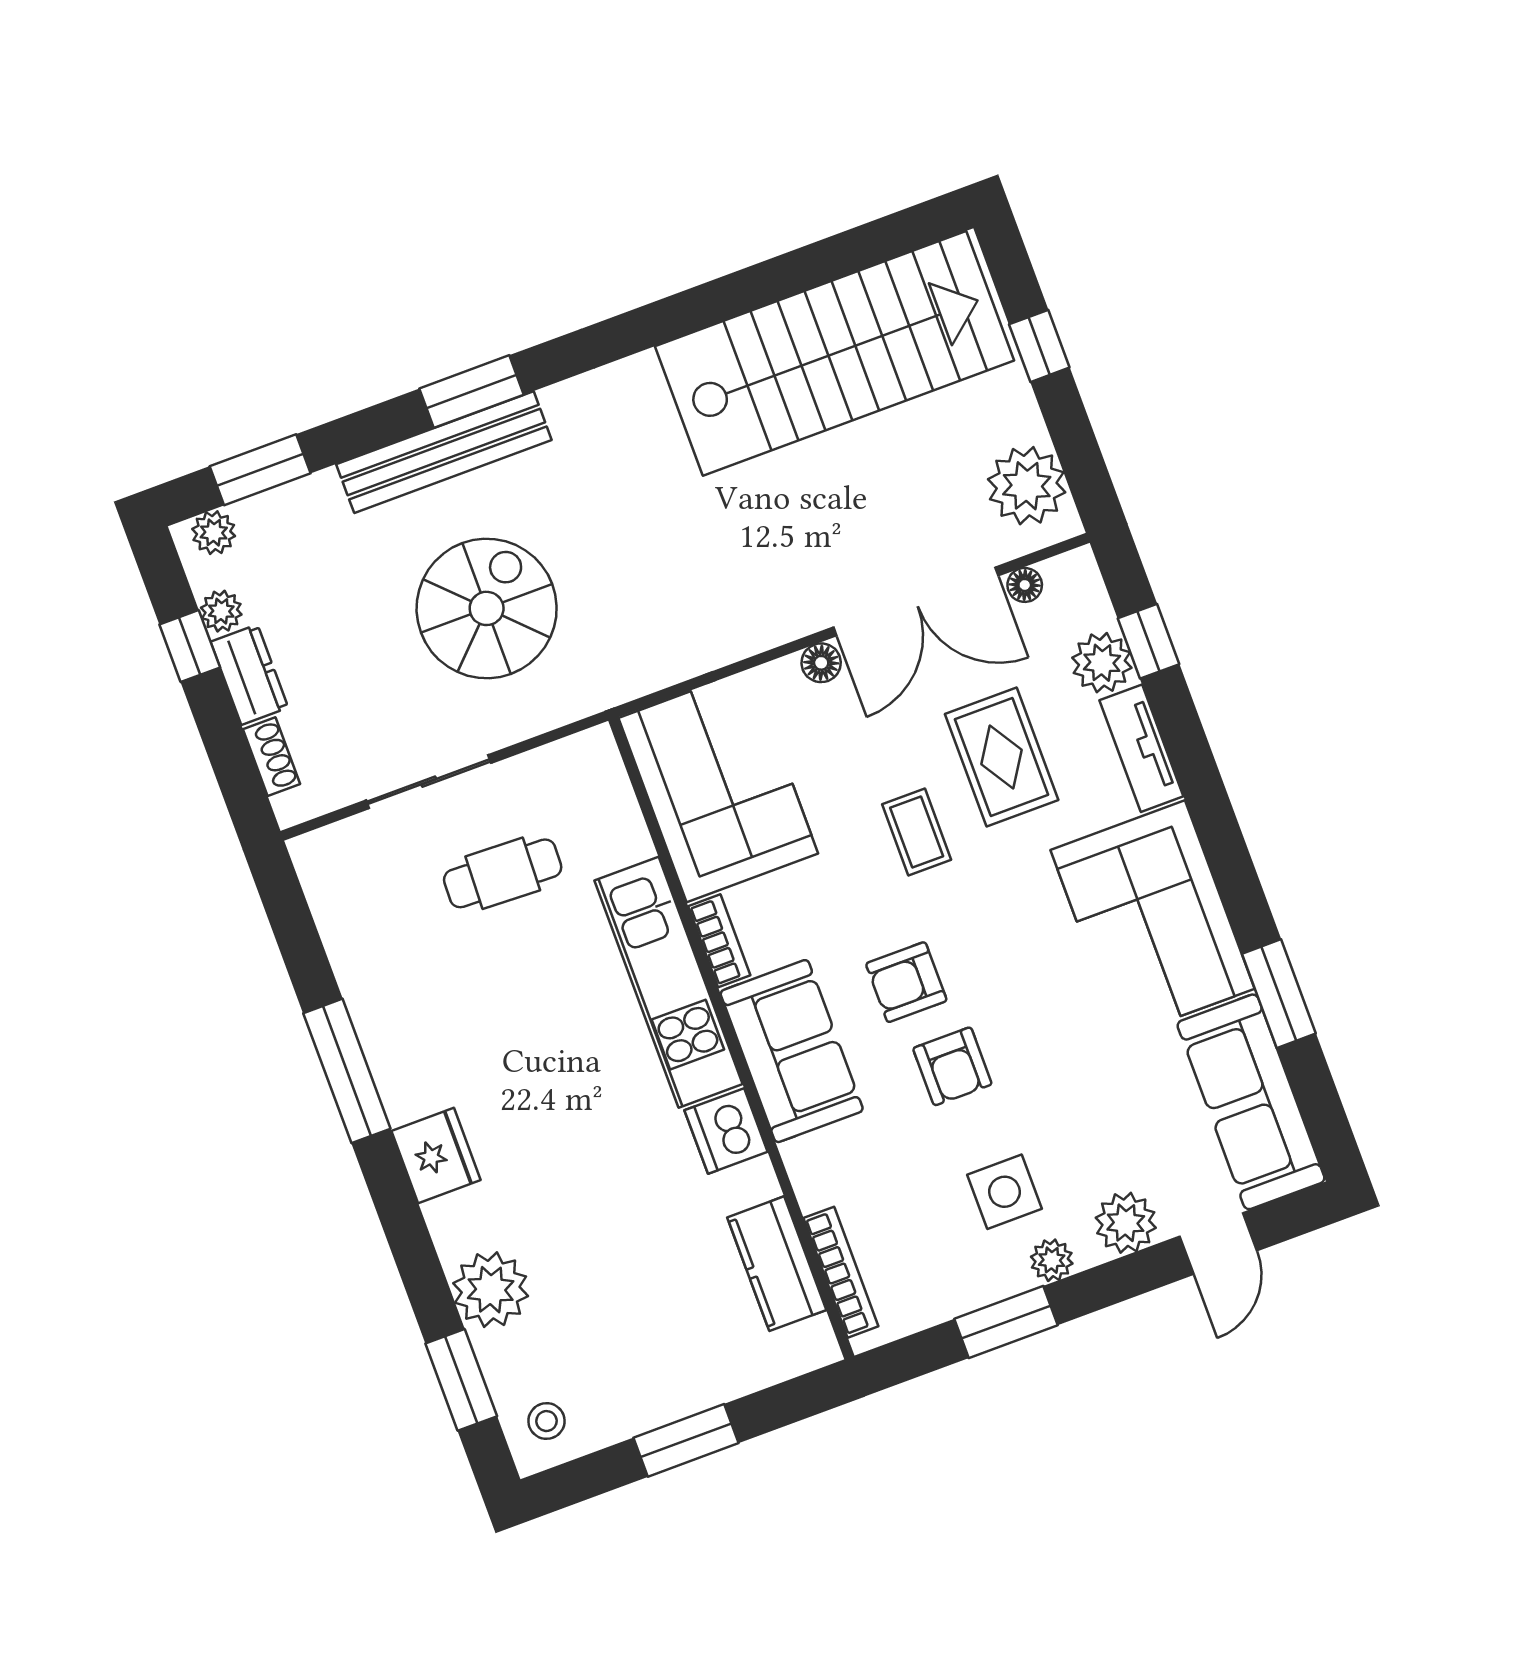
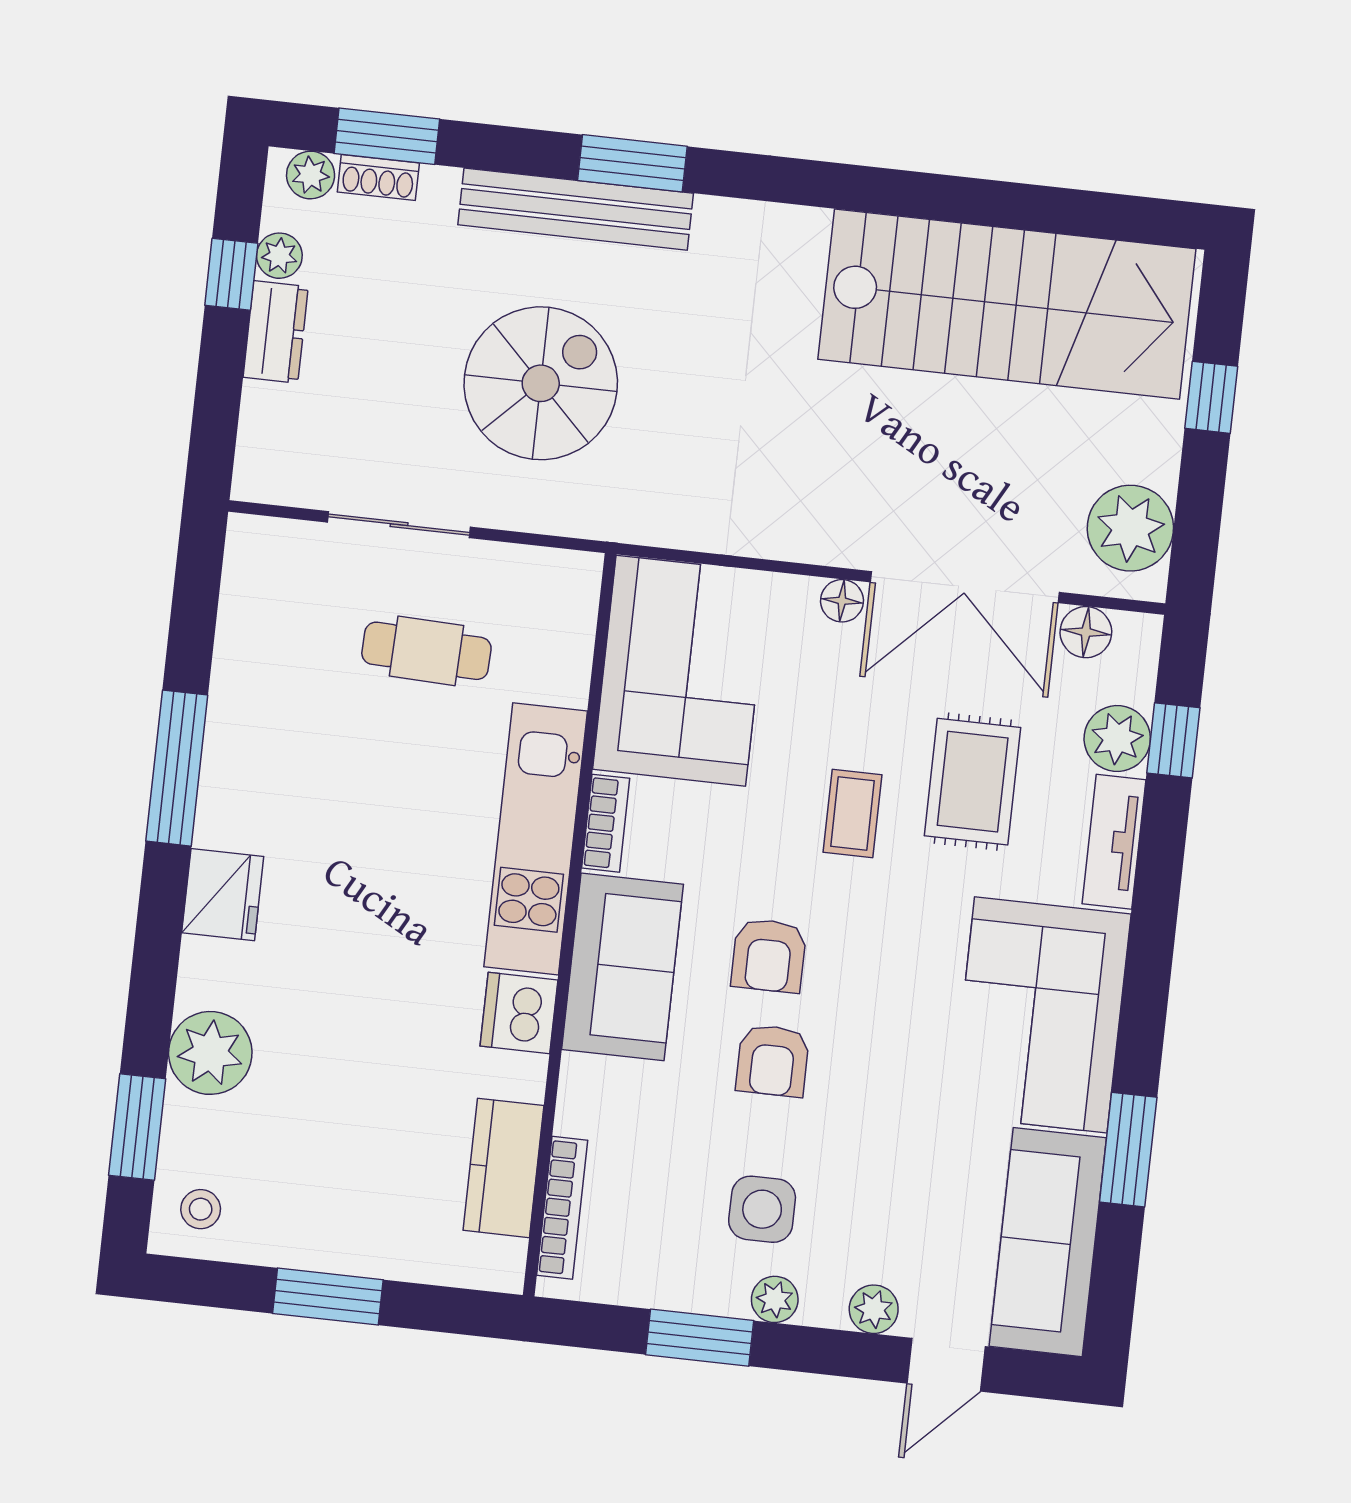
floor lamp: (1025, 585) -> (1086, 632), width x1.37, depth x1.37
shoe rack: (271, 757) -> (378, 178), moved, turned 90
armchair: (906, 982) -> (769, 956), turned -90
plant: (1126, 1223) -> (874, 1309), width x0.73, depth x0.73

